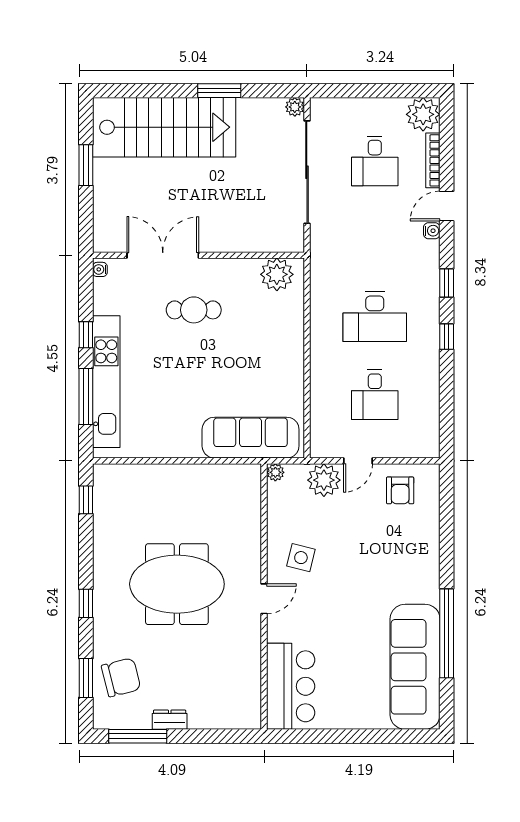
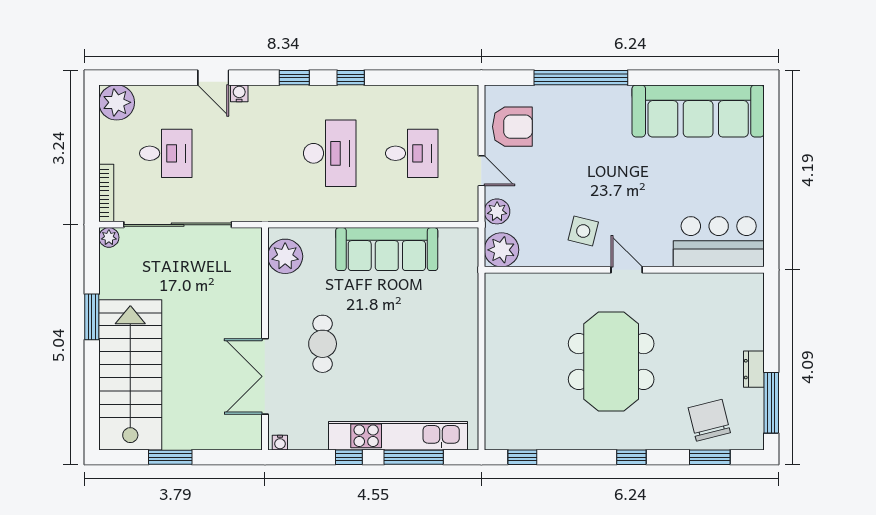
bookcase: (433, 160) -> (106, 193), moved, turned -90
sofa: (251, 438) -> (387, 249), moved, turned -90
plant: (275, 472) -> (501, 250), width x1.88, depth x1.88
plant: (324, 480) -> (497, 211), width x0.73, depth x0.73
armchair: (400, 490) -> (512, 127), width x1.38, depth x1.38
window: (447, 633) -> (581, 78), moved

